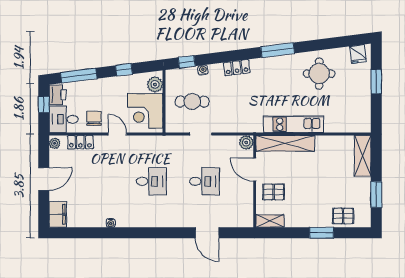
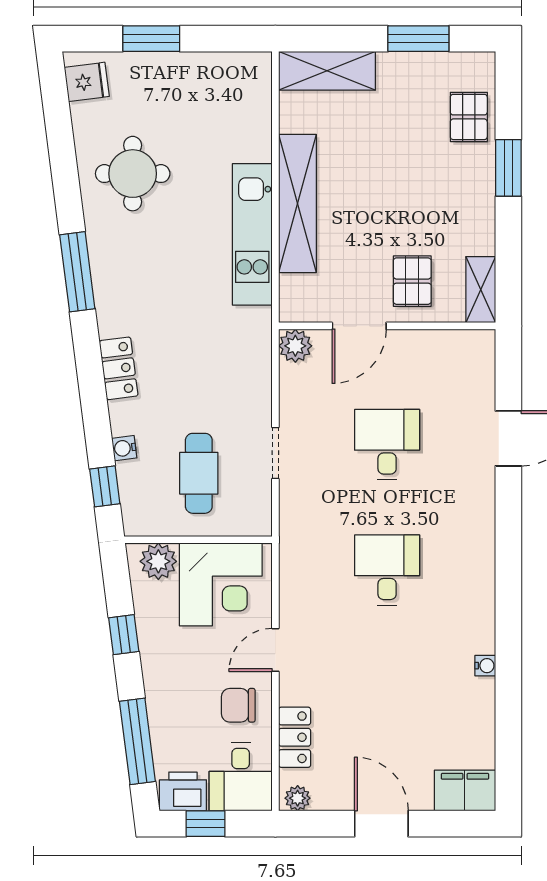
shelving: (285, 143) -> (297, 203), moved

